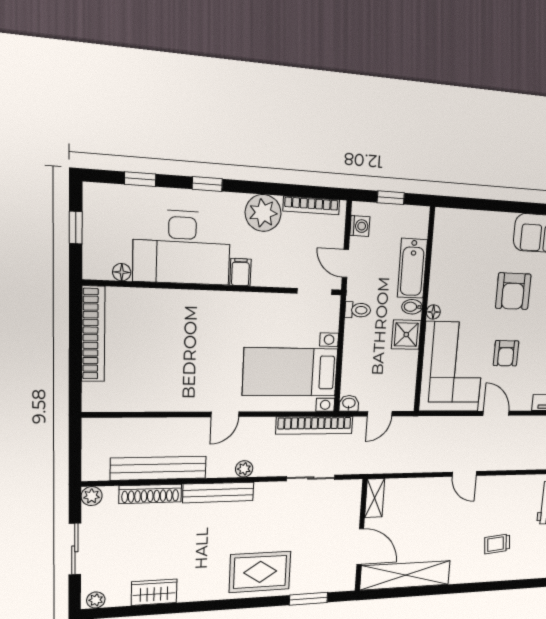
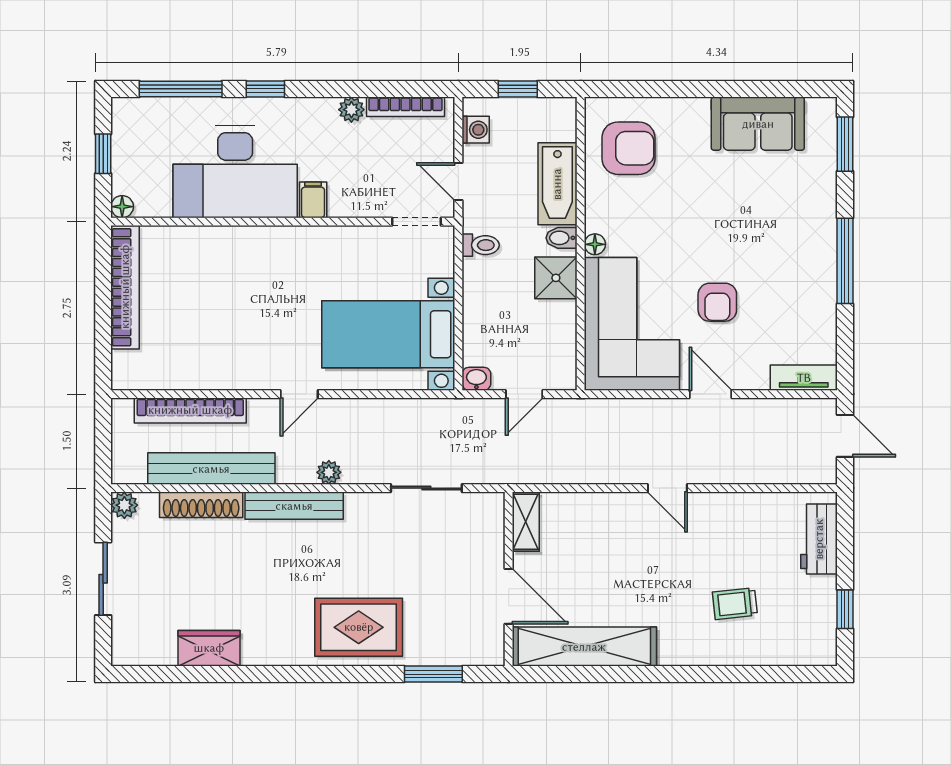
window: (140, 179) -> (181, 89), width x2.17
plant: (263, 213) -> (351, 110), width x0.53, depth x0.53
floor lamp: (122, 272) -> (122, 207), moved
armchair: (513, 291) -> (628, 148), moved, turned -90
bookcase: (314, 425) -> (190, 410), moved
plant: (96, 600) -> (131, 654), removed

